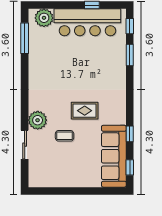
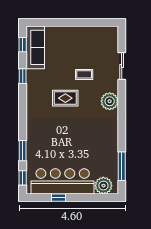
plant: (38, 120) -> (110, 101), moved
sofa: (114, 156) -> (35, 47), width x0.74, depth x0.79

